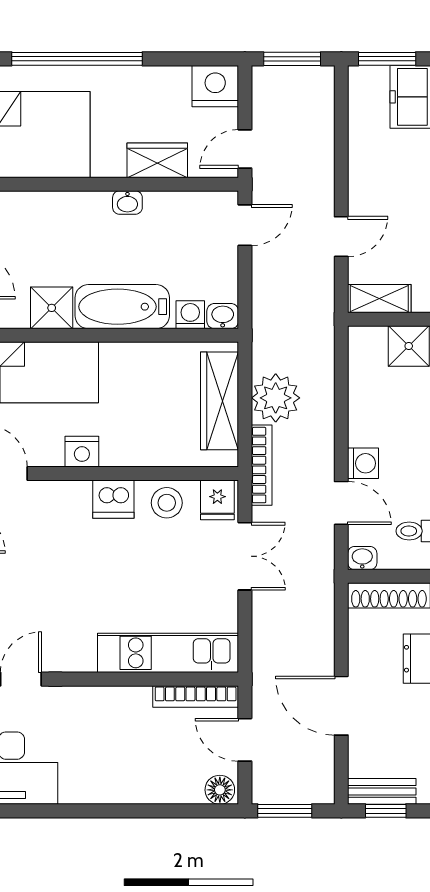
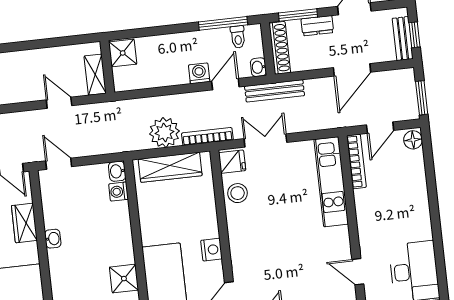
bathtub: (122, 307) -> (118, 235), removed
dishwasher: (113, 499) -> (239, 227), removed
bench: (322, 579) -> (275, 91), added

